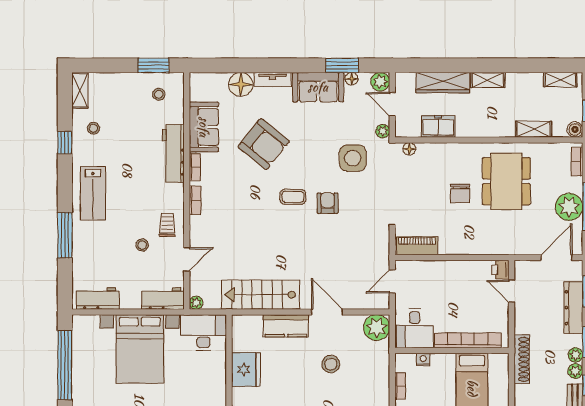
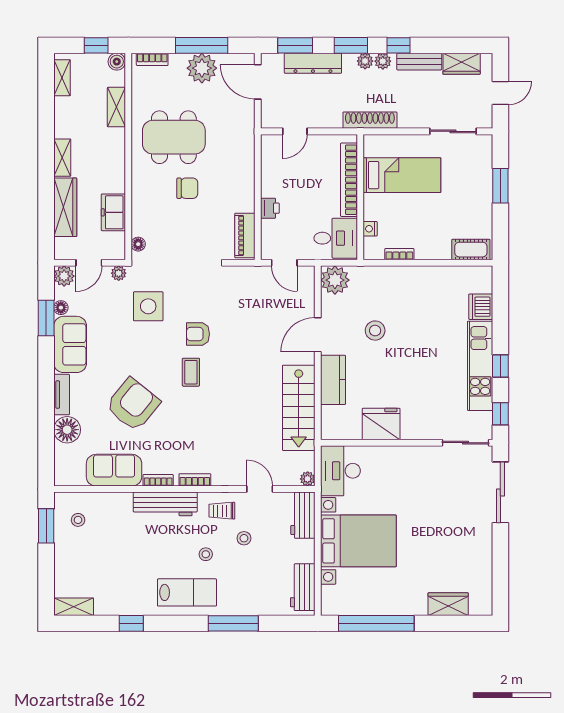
stool: (93, 128) -> (206, 554), moved
workbench: (173, 154) -> (165, 504), moved
printer: (501, 270) -> (270, 208), moved, turned -90

